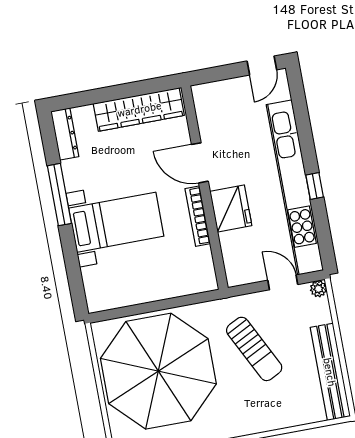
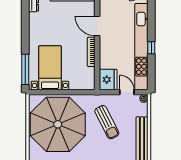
window: (59, 195) -> (25, 69), moved
fridge: (231, 208) -> (108, 80), moved
bed with nightstands: (116, 222) -> (50, 68), moved, turned -90

